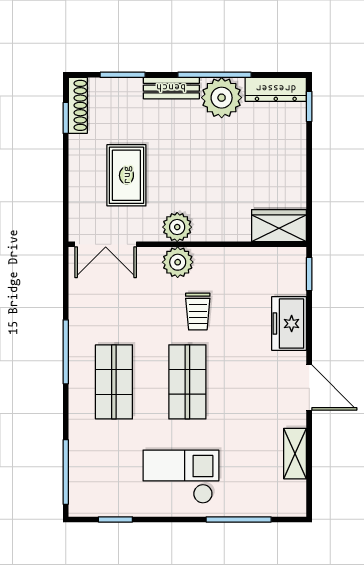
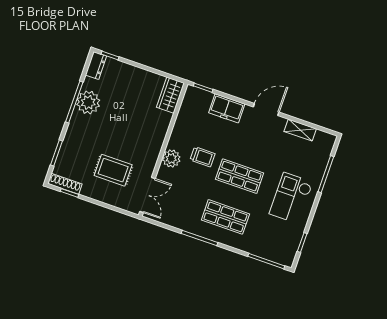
bench: (171, 88) -> (73, 128), removed
dresser: (276, 89) -> (96, 66), width x0.70
plant: (177, 227) -> (152, 152), removed

